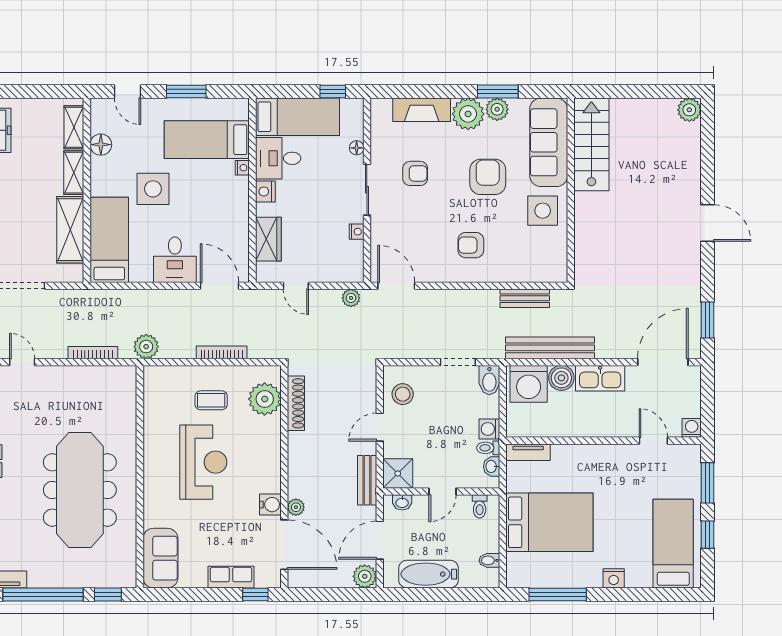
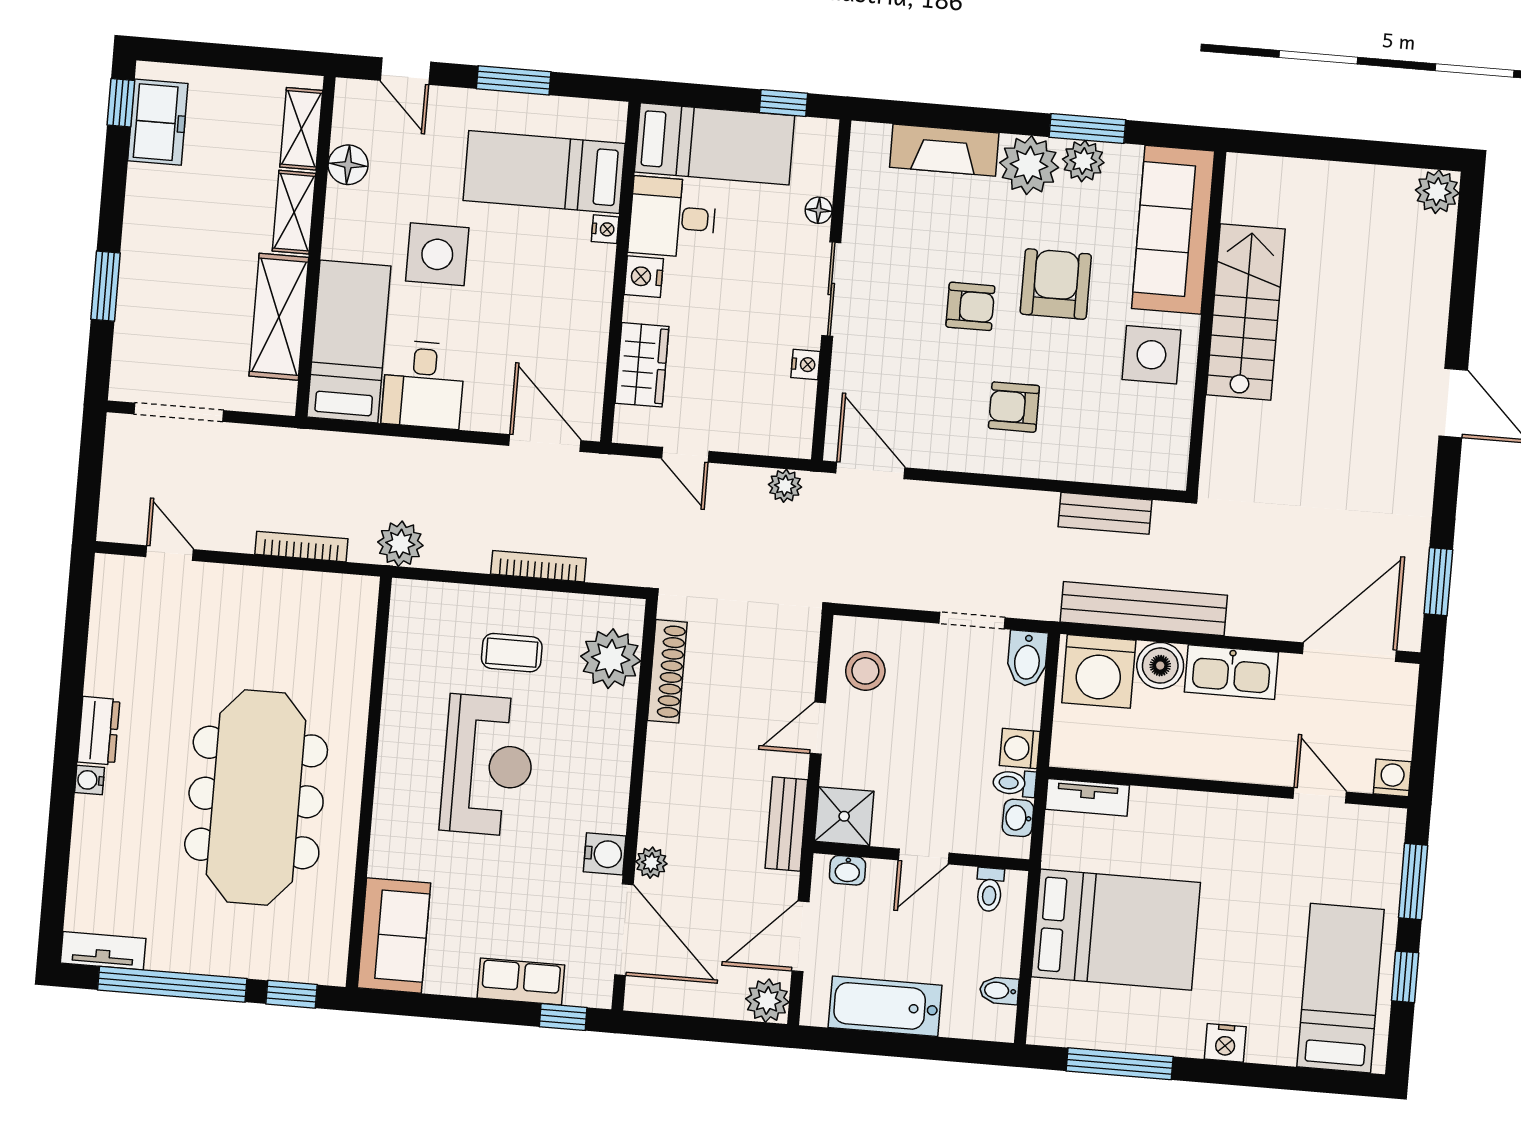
stairs: (591, 144) -> (1246, 312), moved
armchair: (415, 173) -> (970, 306), moved
desk: (175, 260) -> (423, 385), moved

